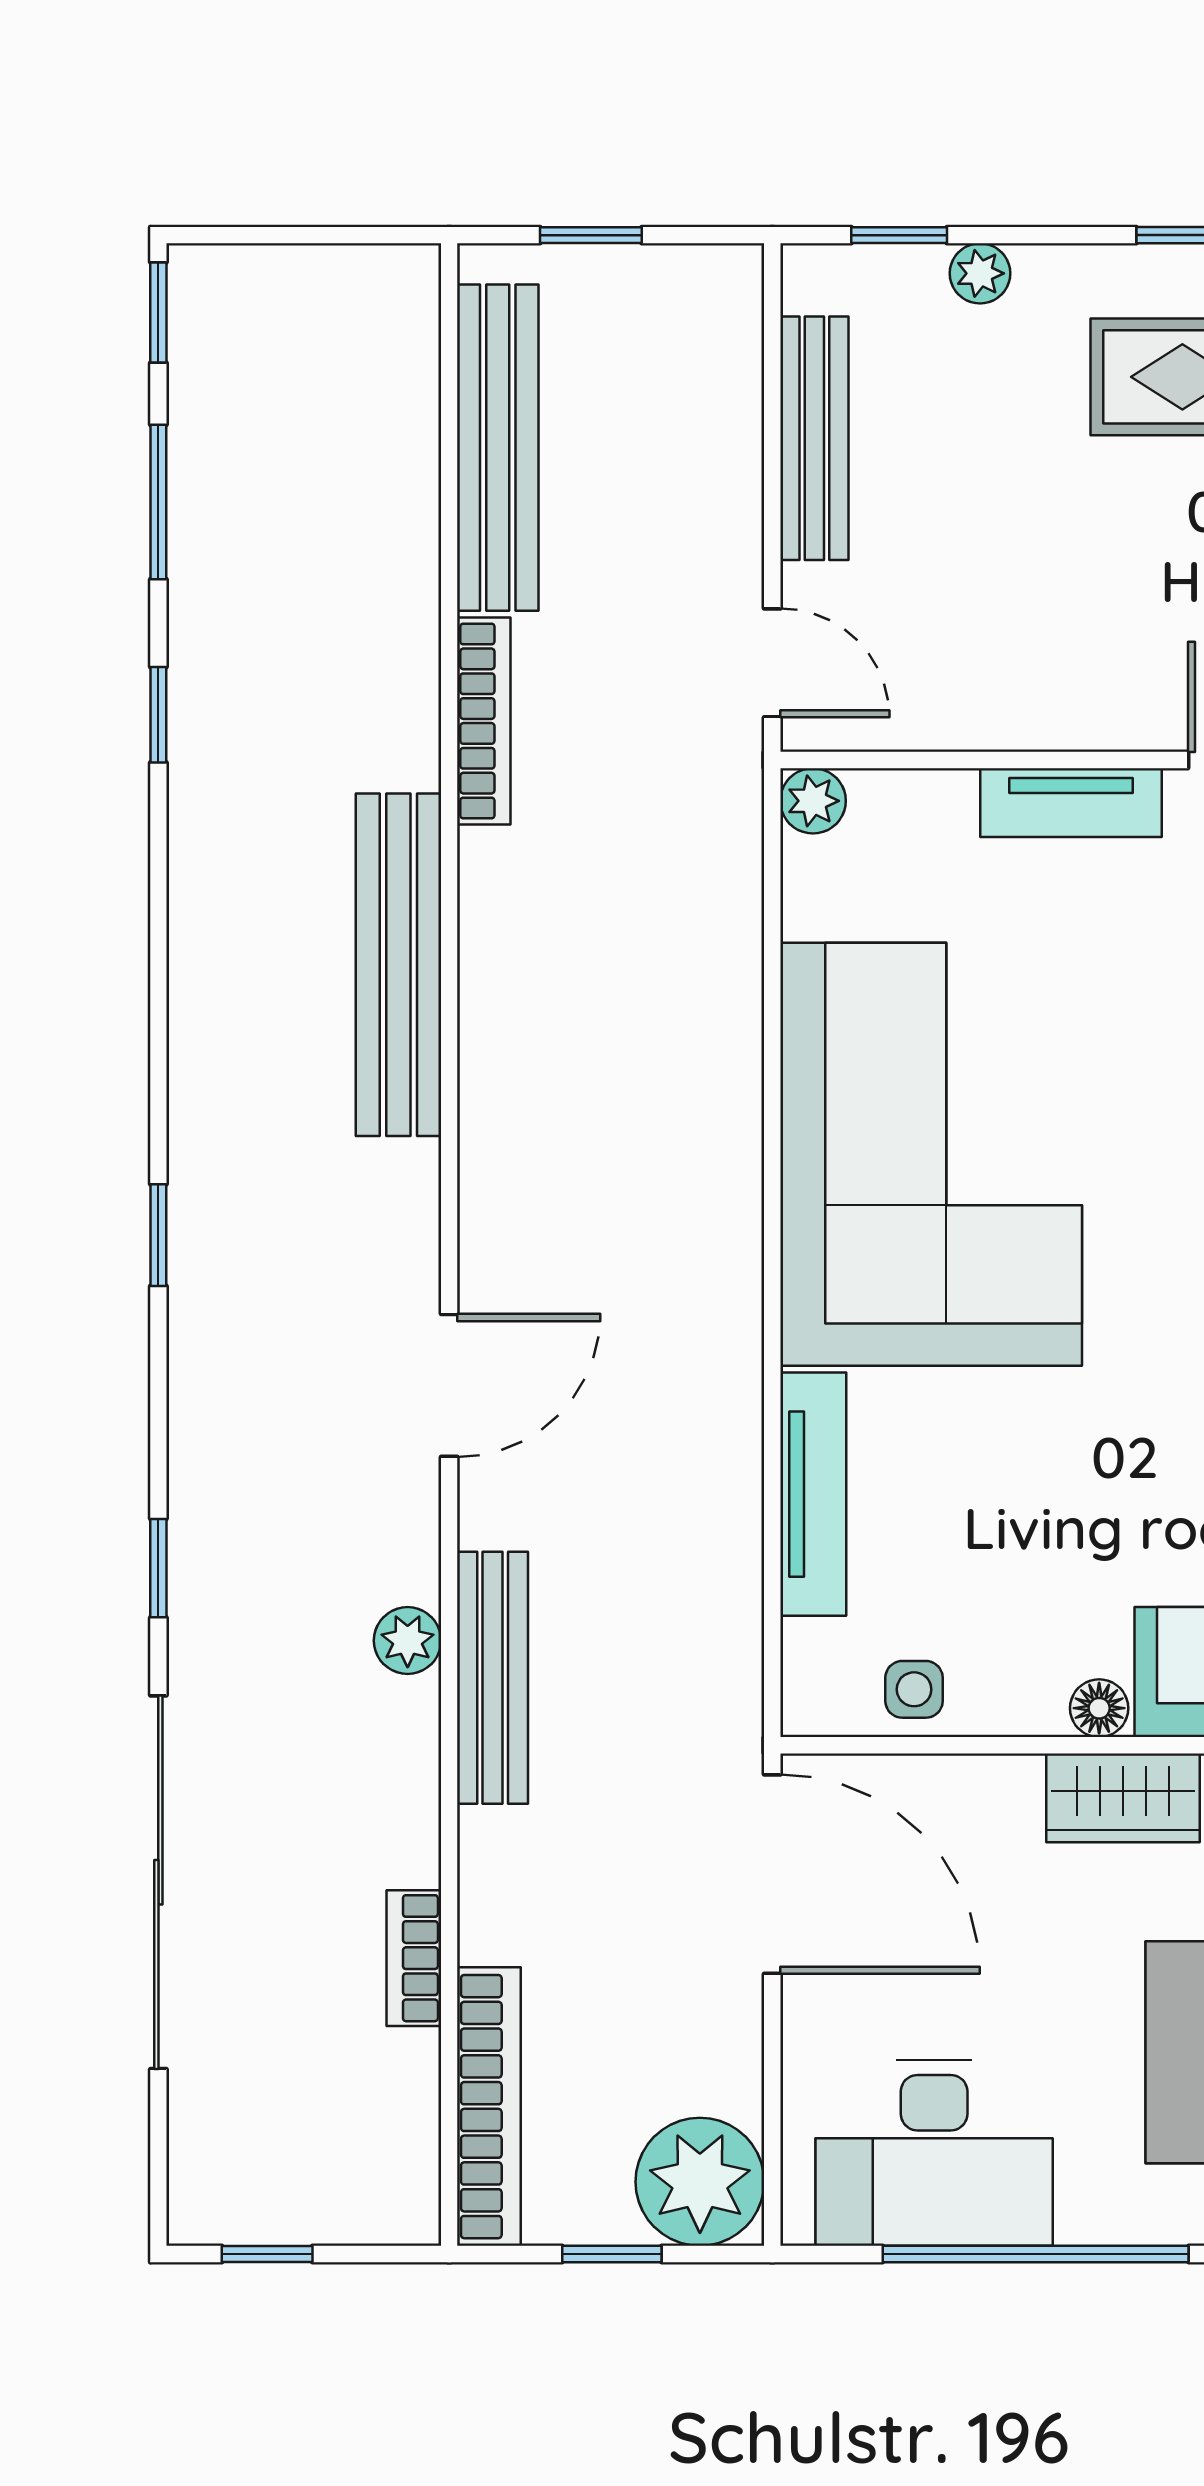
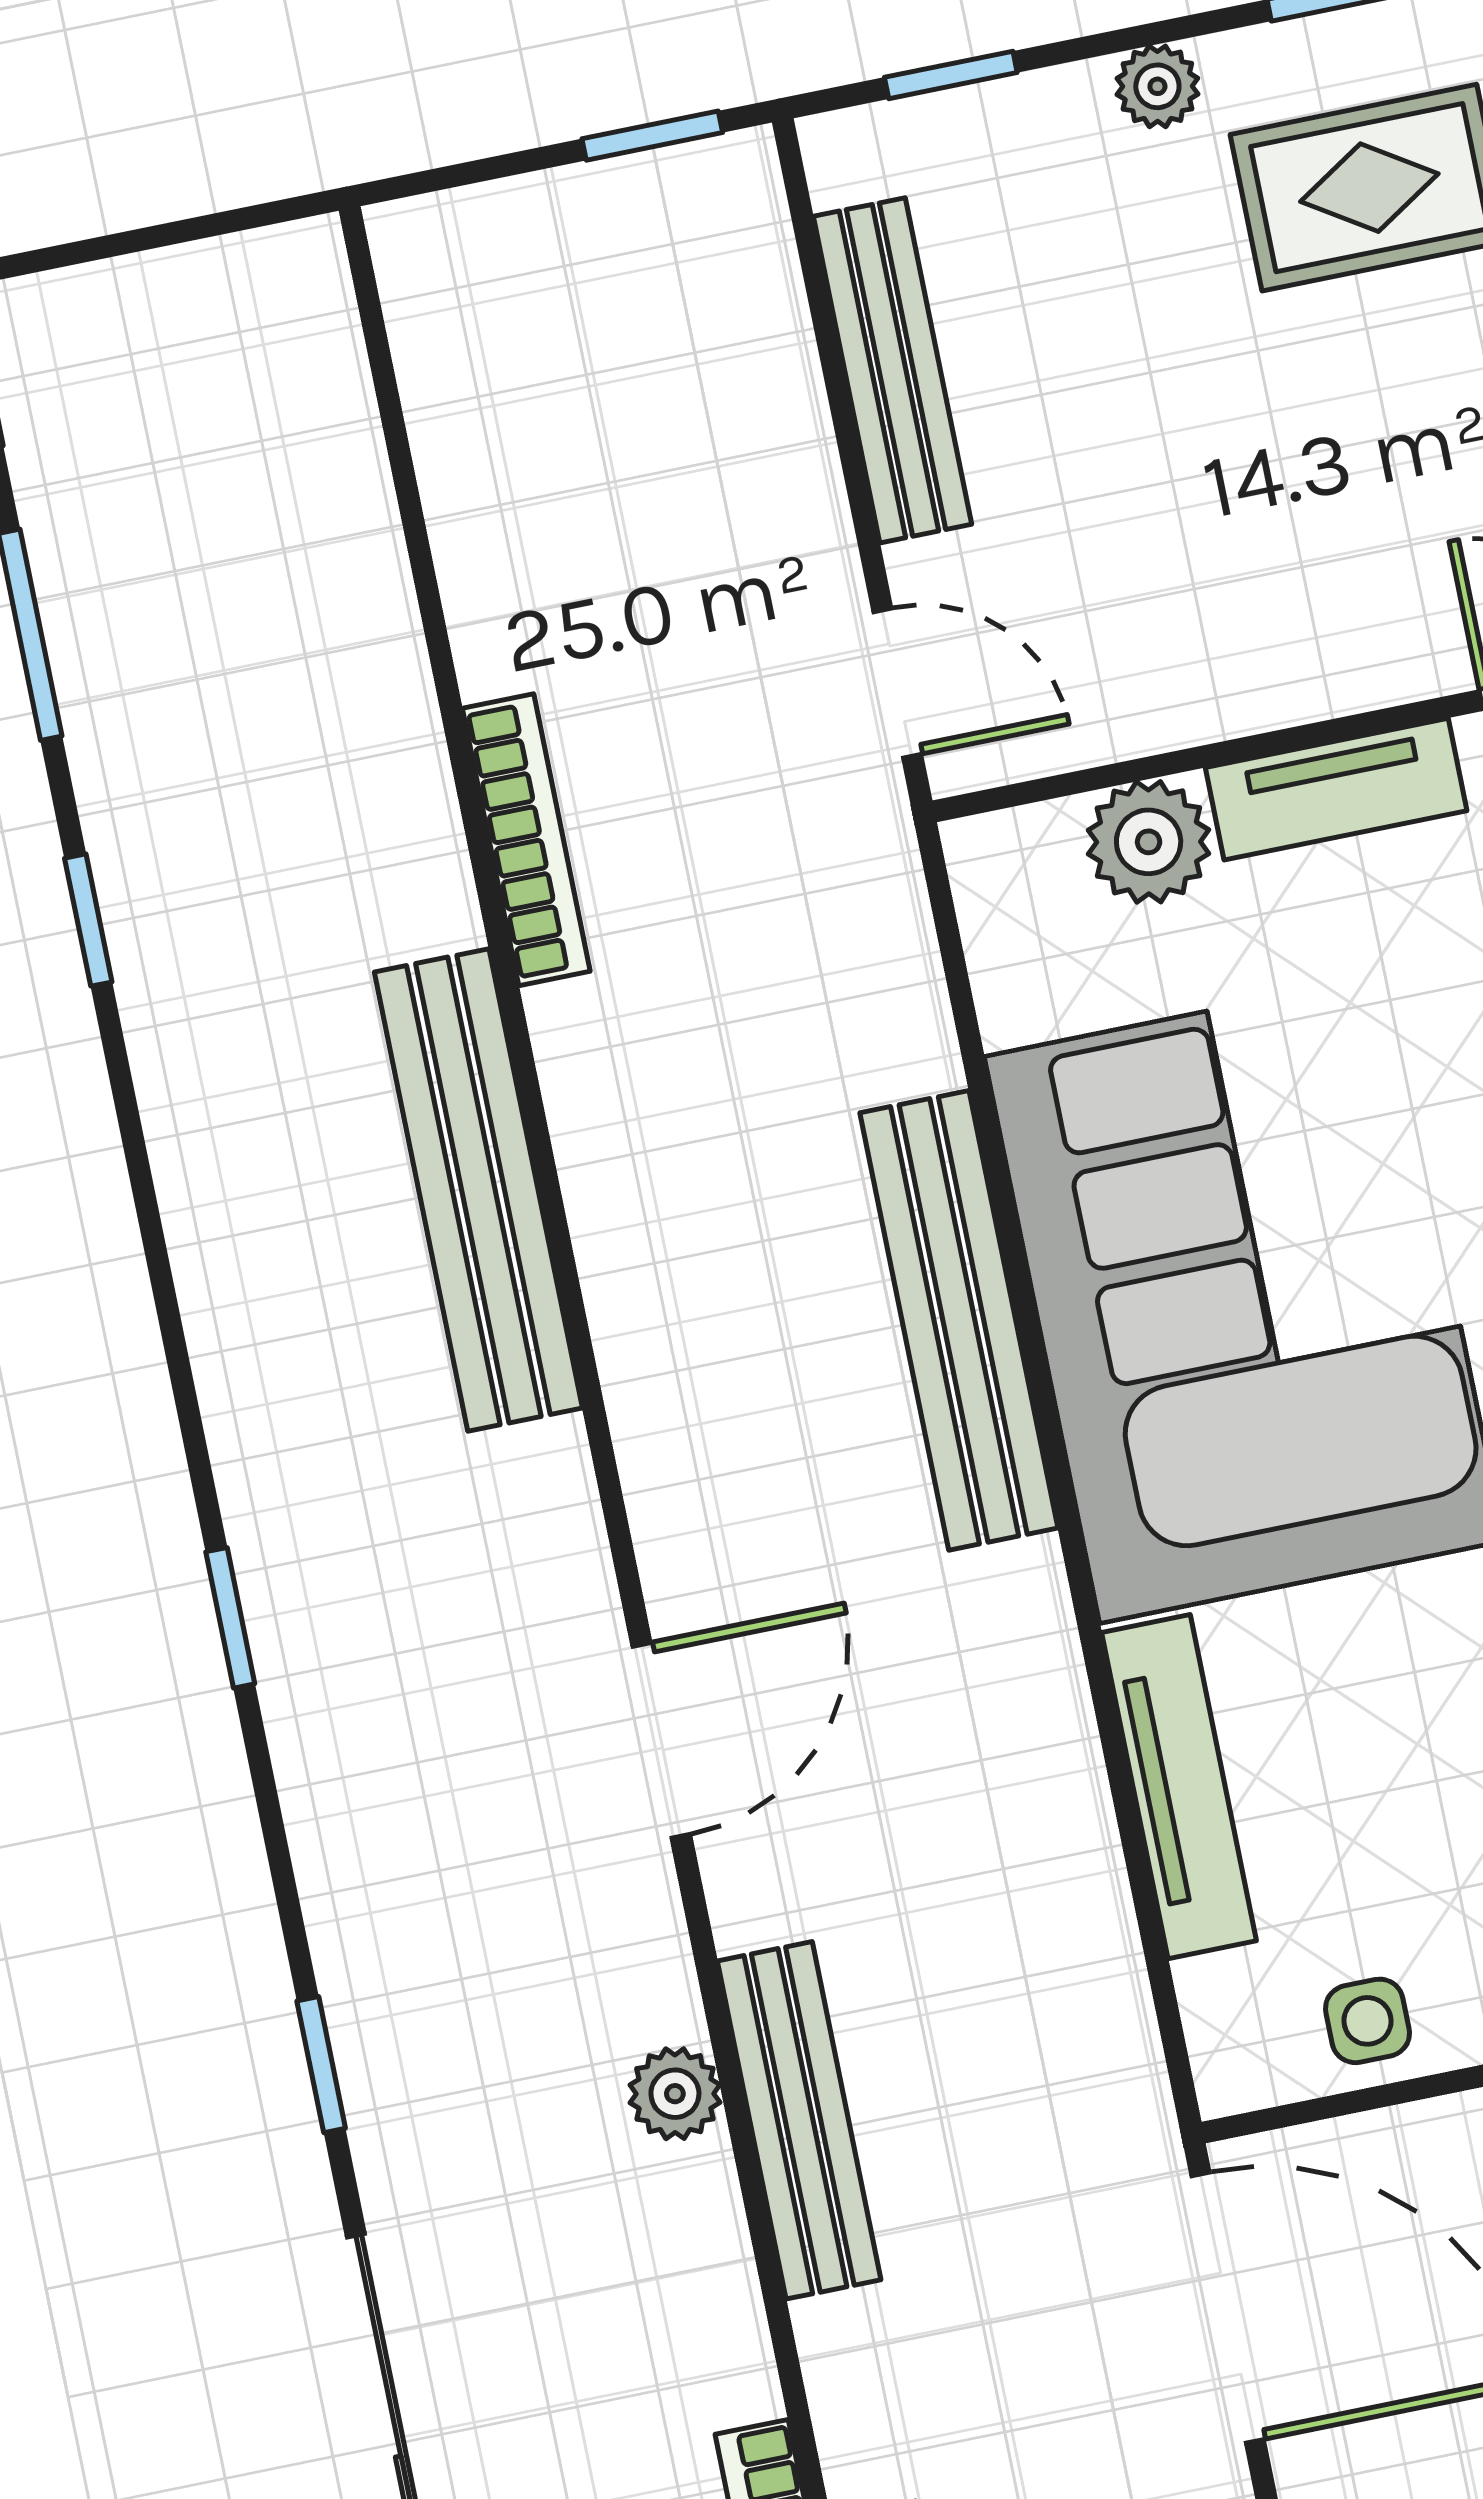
window: (591, 235) -> (652, 136), moved
plant: (980, 273) -> (1157, 86), moved
bench: (498, 448) -> (959, 1320), moved
plant: (813, 801) -> (1149, 842), moved, width x1.38, depth x1.38

